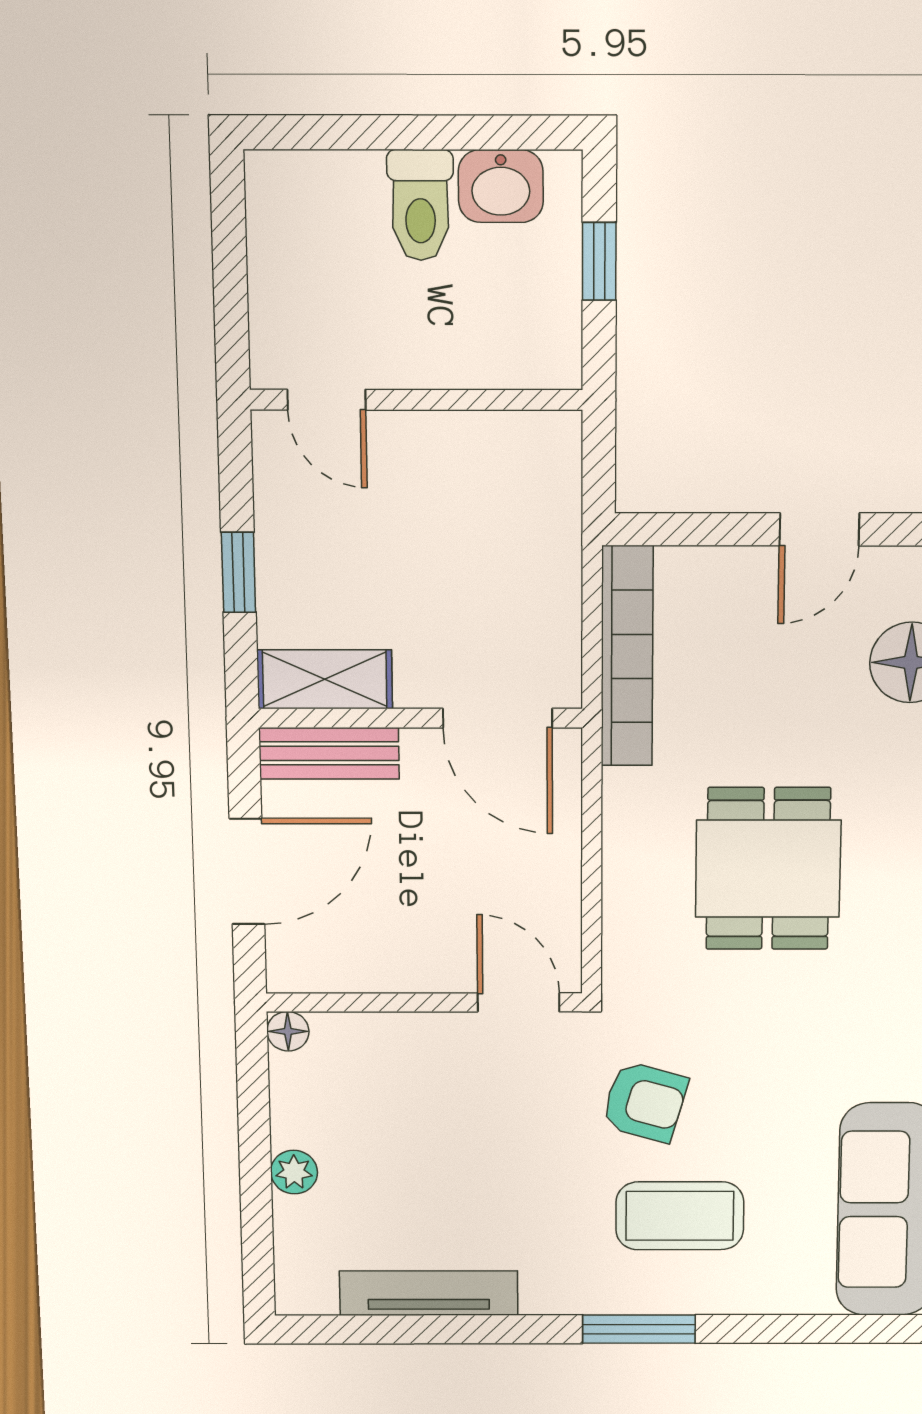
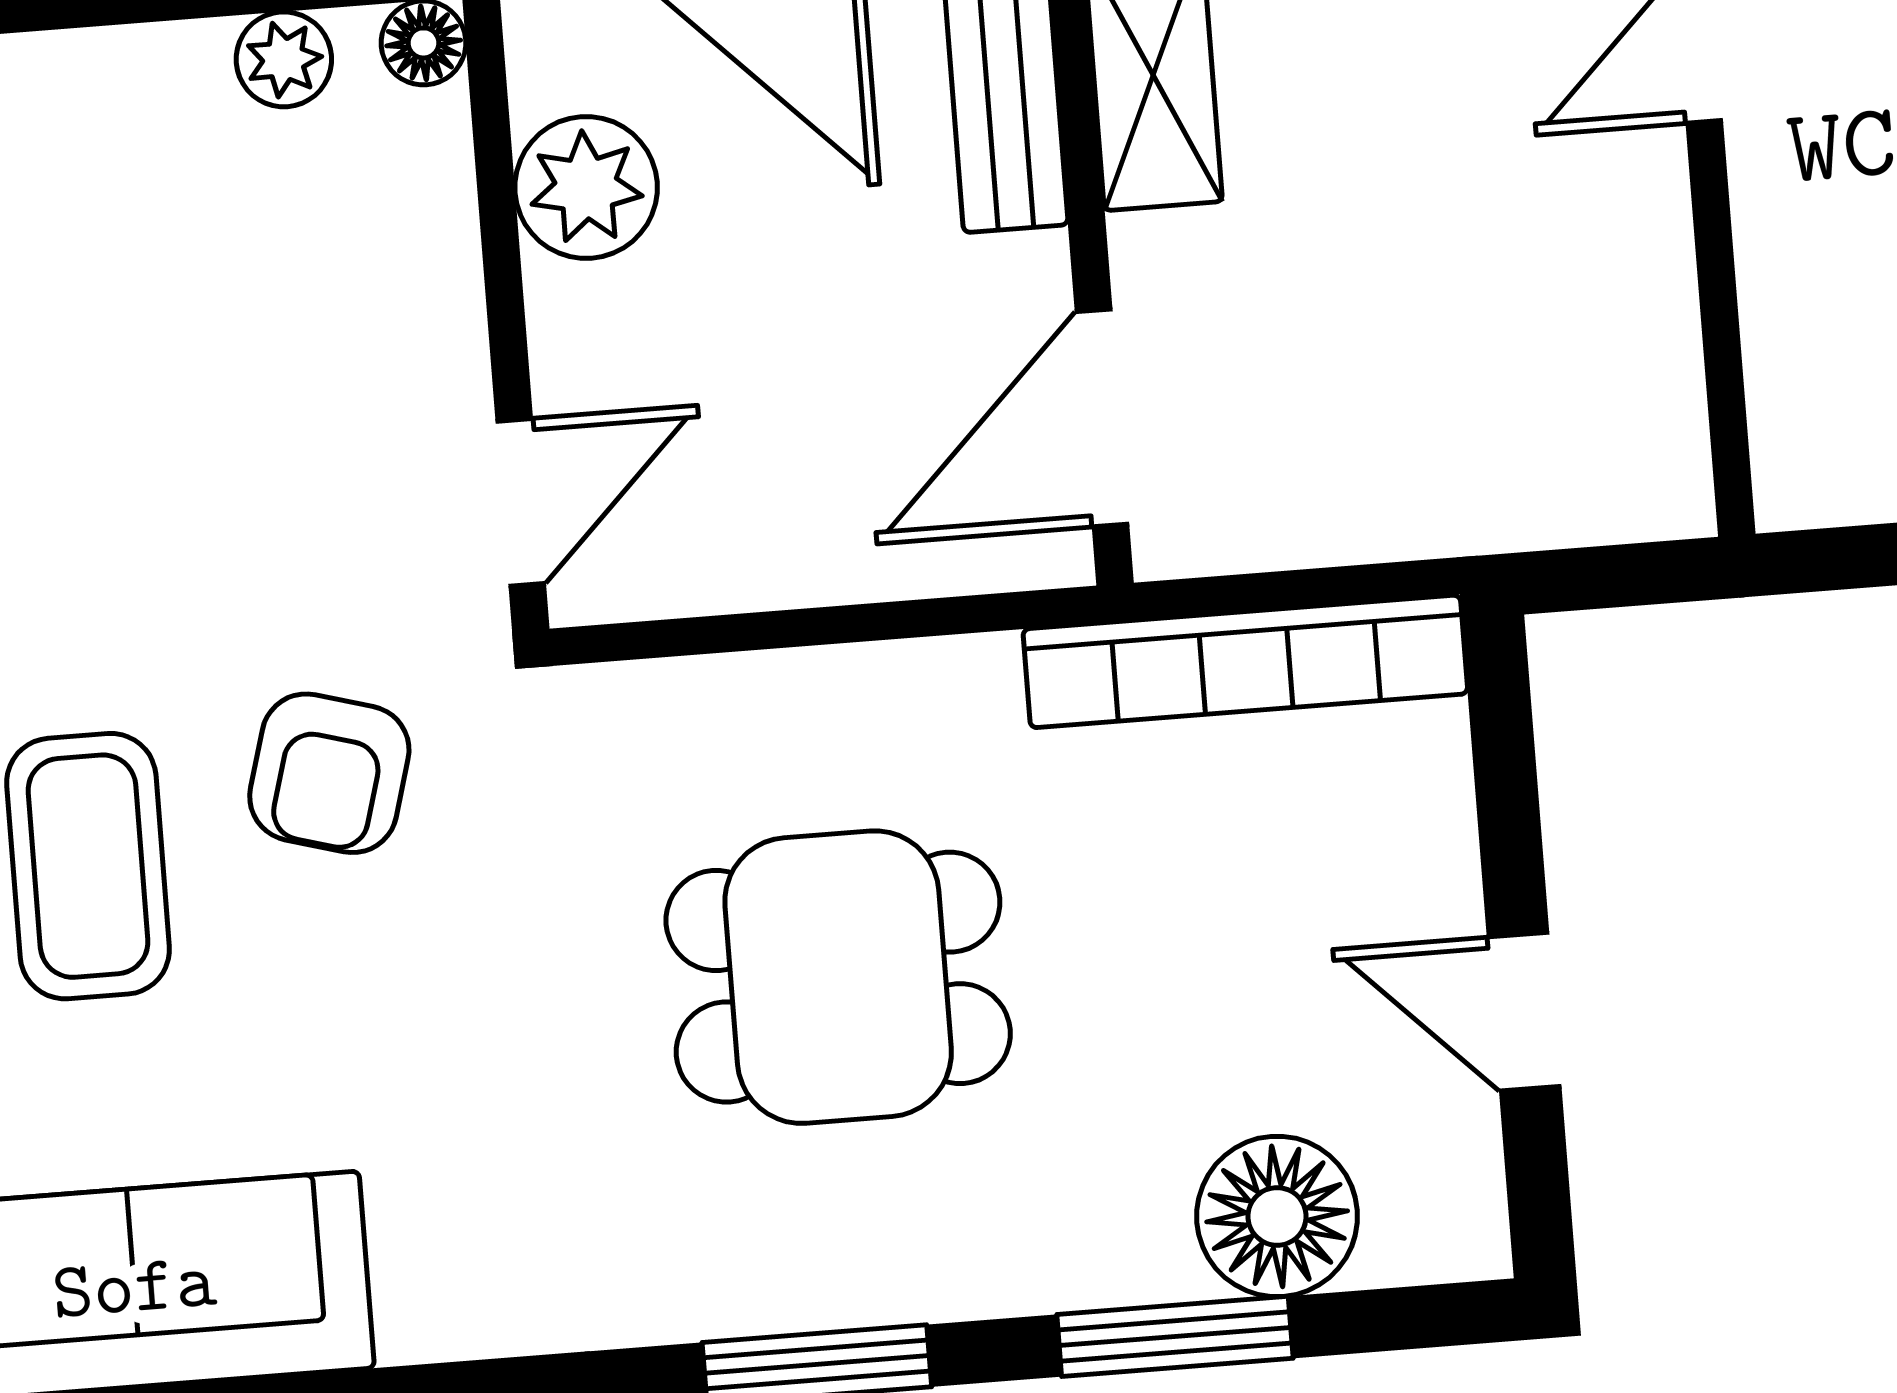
plant: (364, 960) -> (586, 187), added
plant: (294, 1172) -> (284, 59), moved

